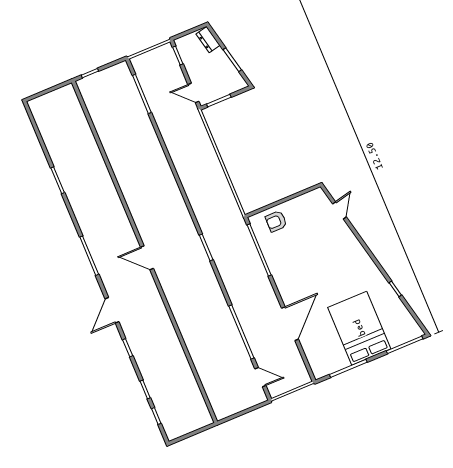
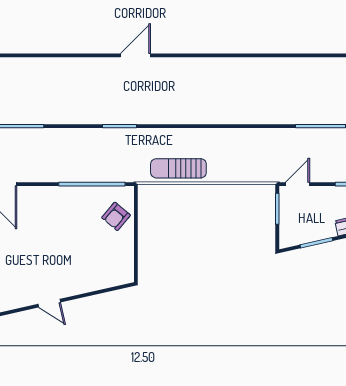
sun lounger: (219, 189) -> (178, 168), added
door: (339, 210) -> (49, 303), moved
armchair: (276, 221) -> (116, 216), turned -140

